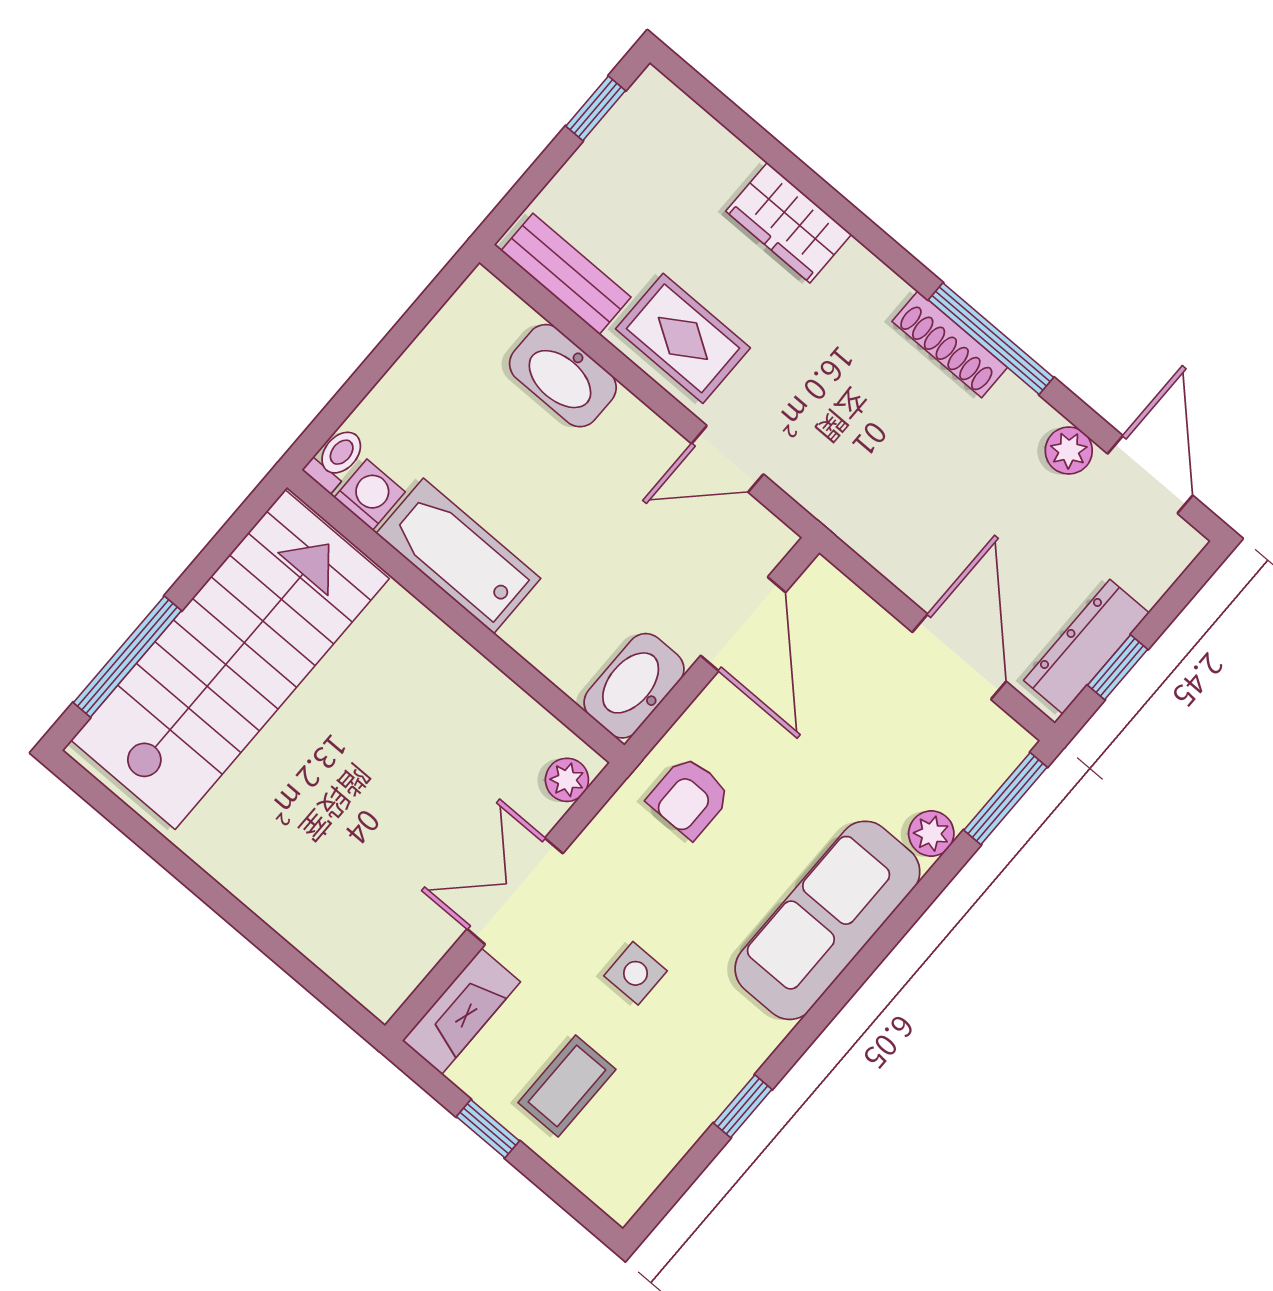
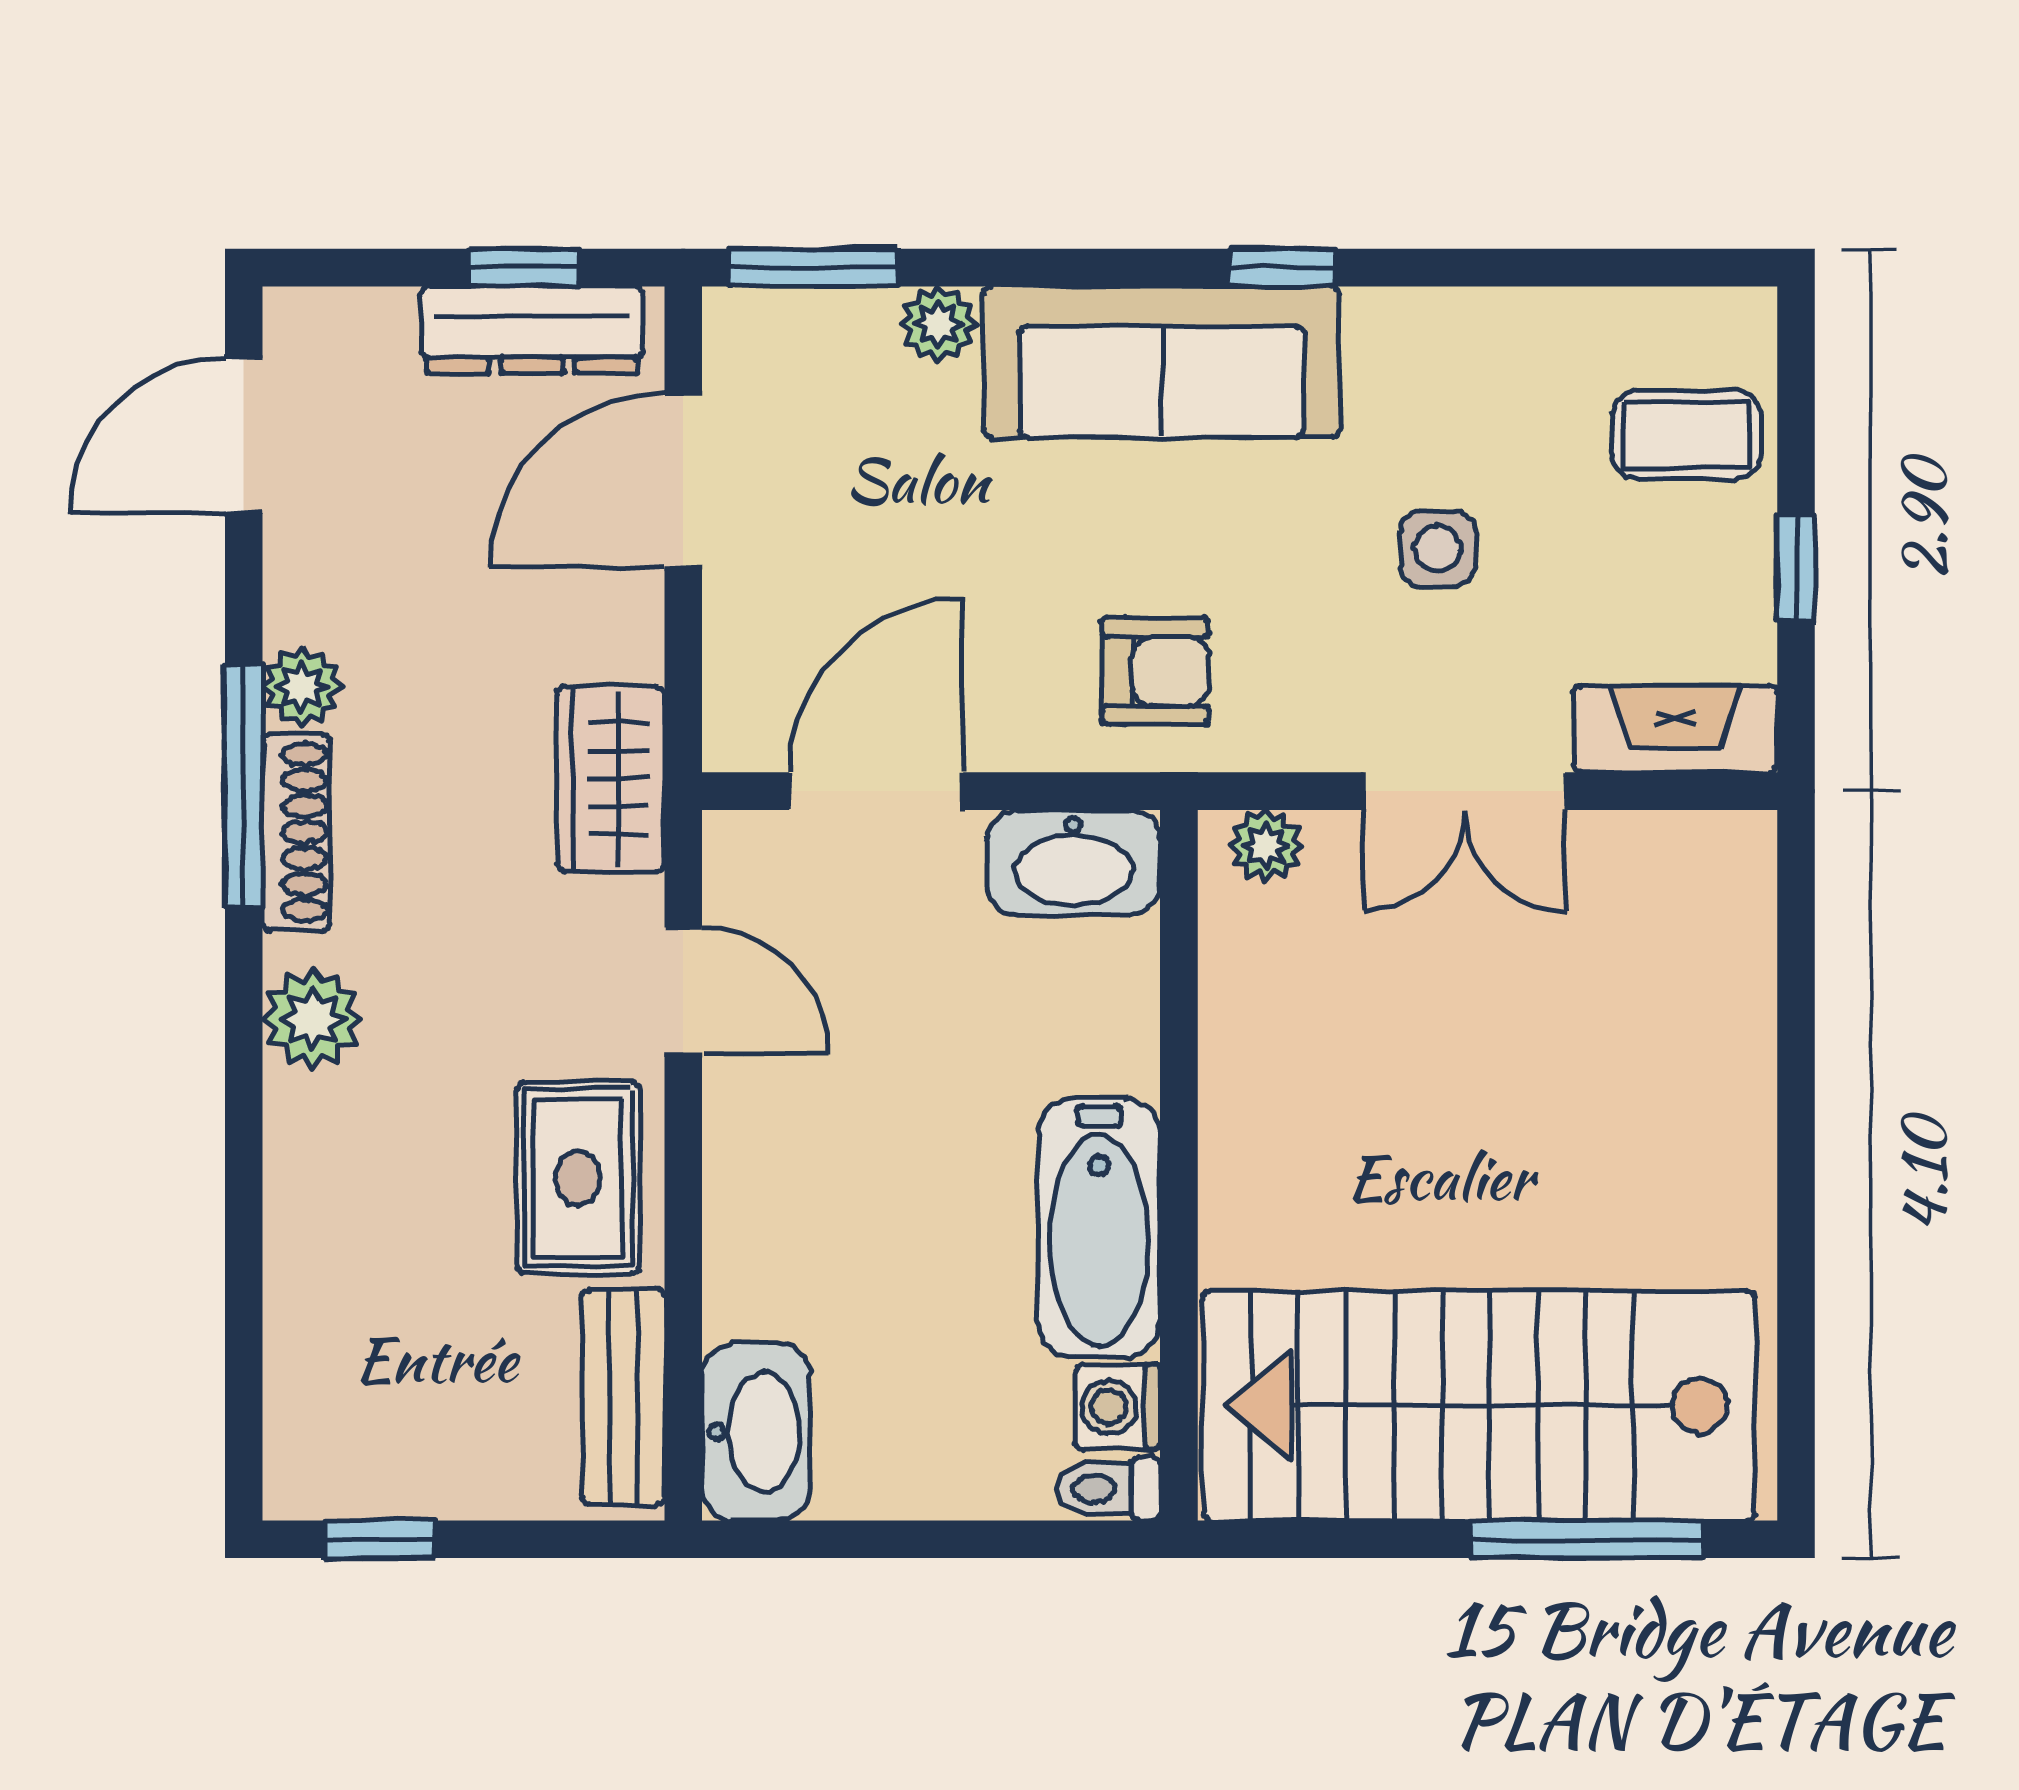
wardrobe: (789, 223) -> (611, 779), moved, turned 180
plant: (858, 279) -> (313, 1019), added
washbasin: (563, 376) -> (756, 1432), moved
plant: (1069, 451) -> (302, 687), moved
coffee table: (567, 1086) -> (1687, 435), moved
window: (743, 1106) -> (1282, 268), moved

